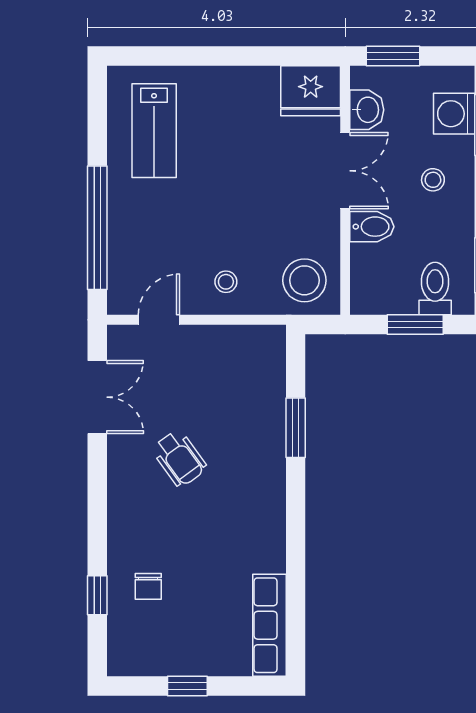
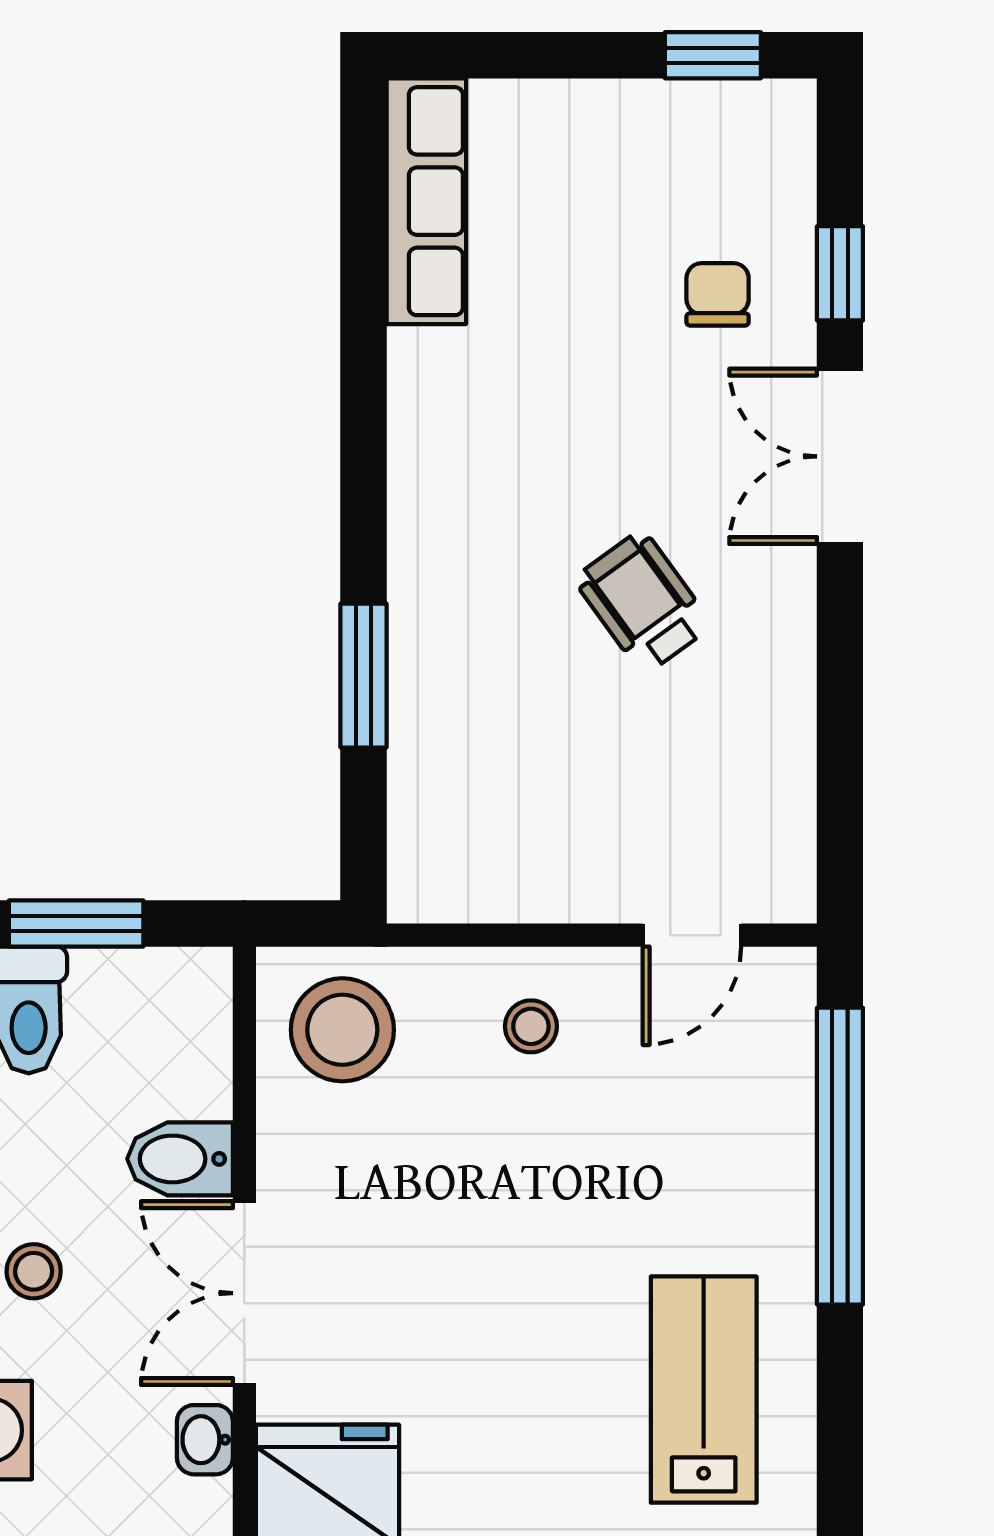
washbasin: (367, 110) -> (205, 1440), width x0.72, depth x0.69
double door: (97, 397) -> (840, 456), moved
window: (187, 686) -> (713, 55), moved

